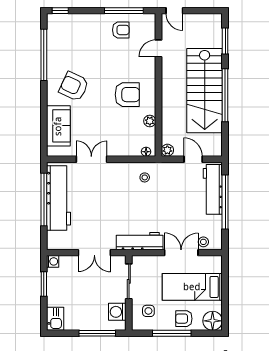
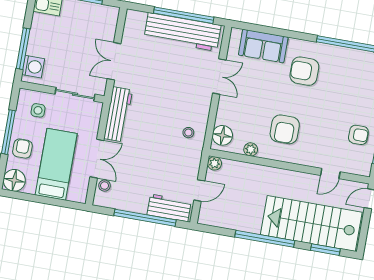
armchair: (121, 30) -> (358, 135), turned -90
door: (159, 48) -> (330, 174), swing flipped
armchair: (74, 86) -> (304, 71), turned -115
stairs: (205, 91) -> (311, 223), moved
floor lamp: (146, 152) -> (222, 135), width x1.89, depth x1.89
workbench: (213, 189) -> (169, 208), width x0.73
washing machine: (53, 261) -> (112, 13), removed
washing machine: (117, 312) -> (33, 67), moved, turned 90

